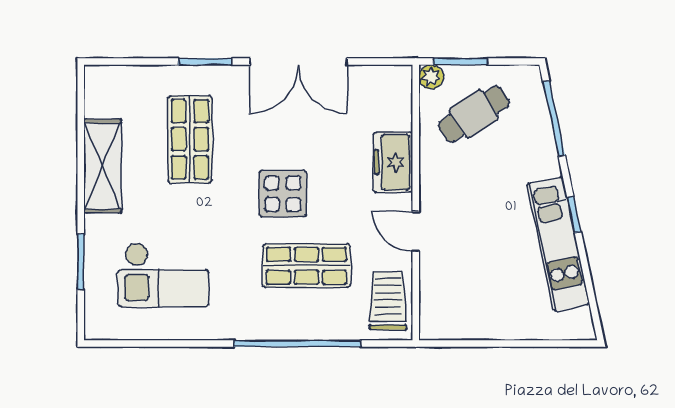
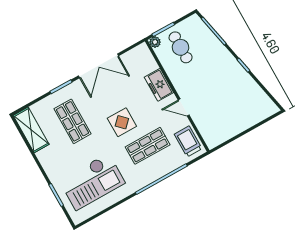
cafe table: (474, 114) -> (181, 47), turned -57
shelving: (103, 166) -> (31, 130), moved
kitchen unit: (558, 244) -> (244, 80), removed
checkout: (163, 275) -> (92, 182), width x1.36, depth x1.21

